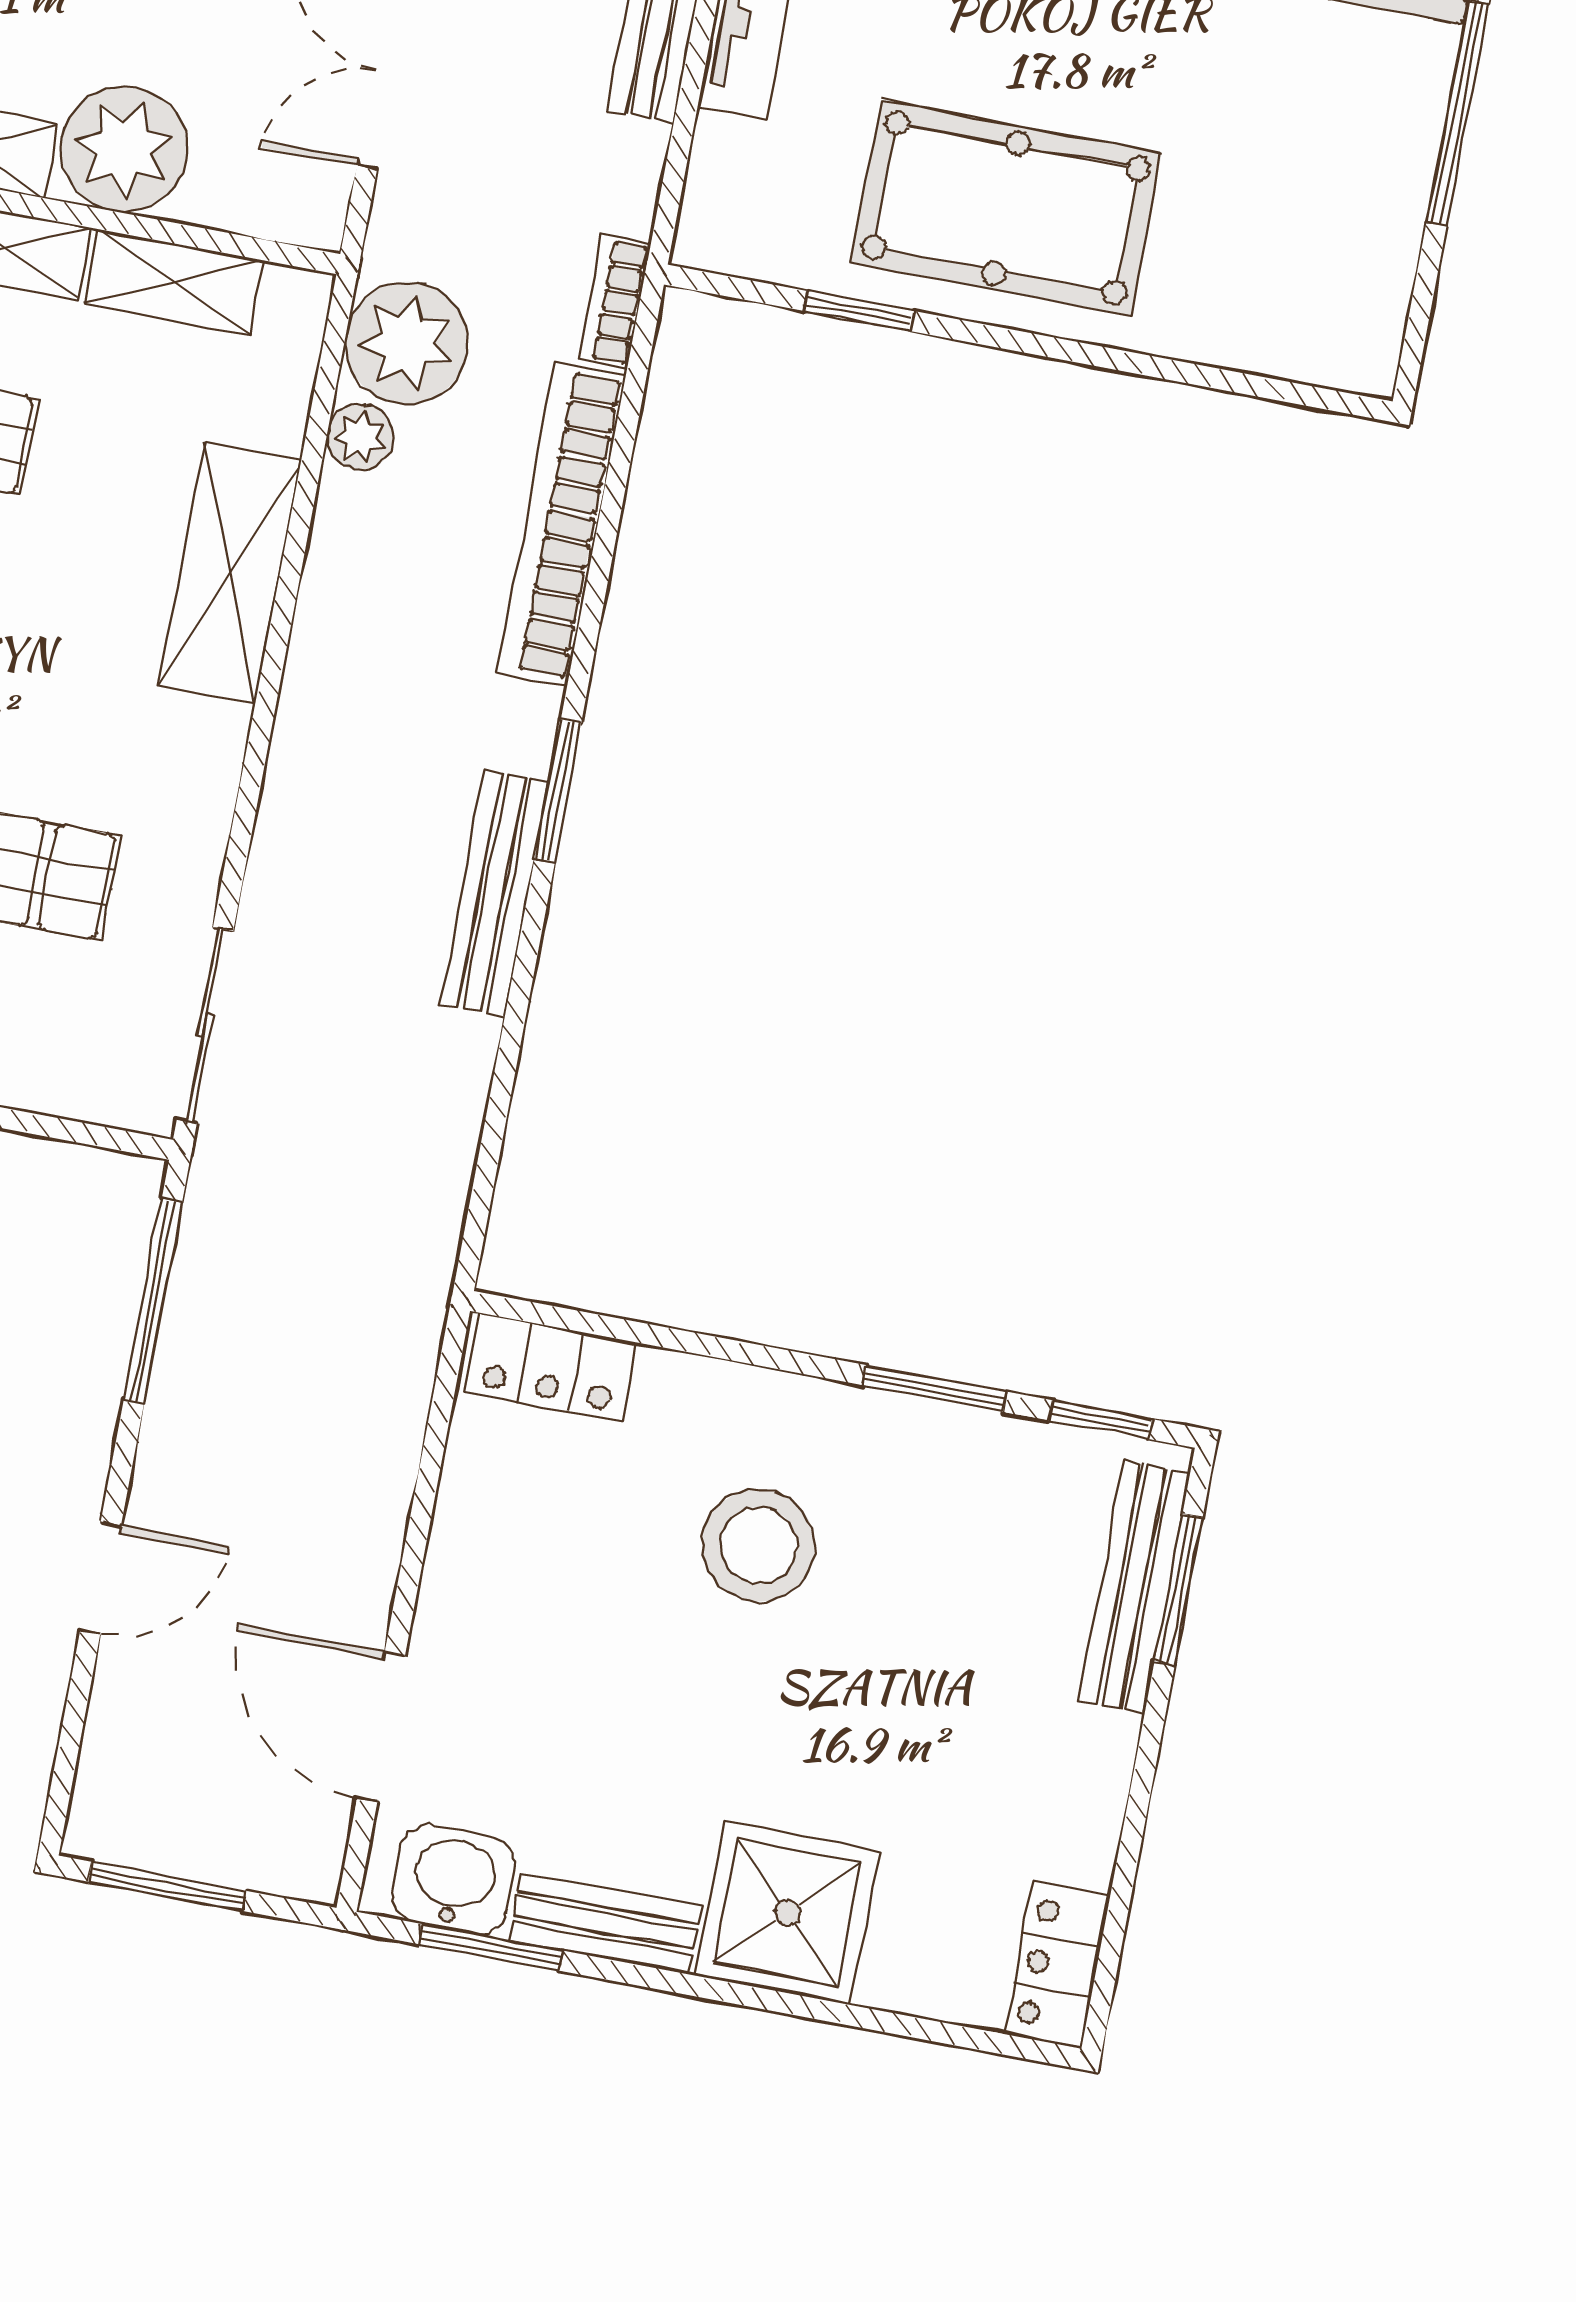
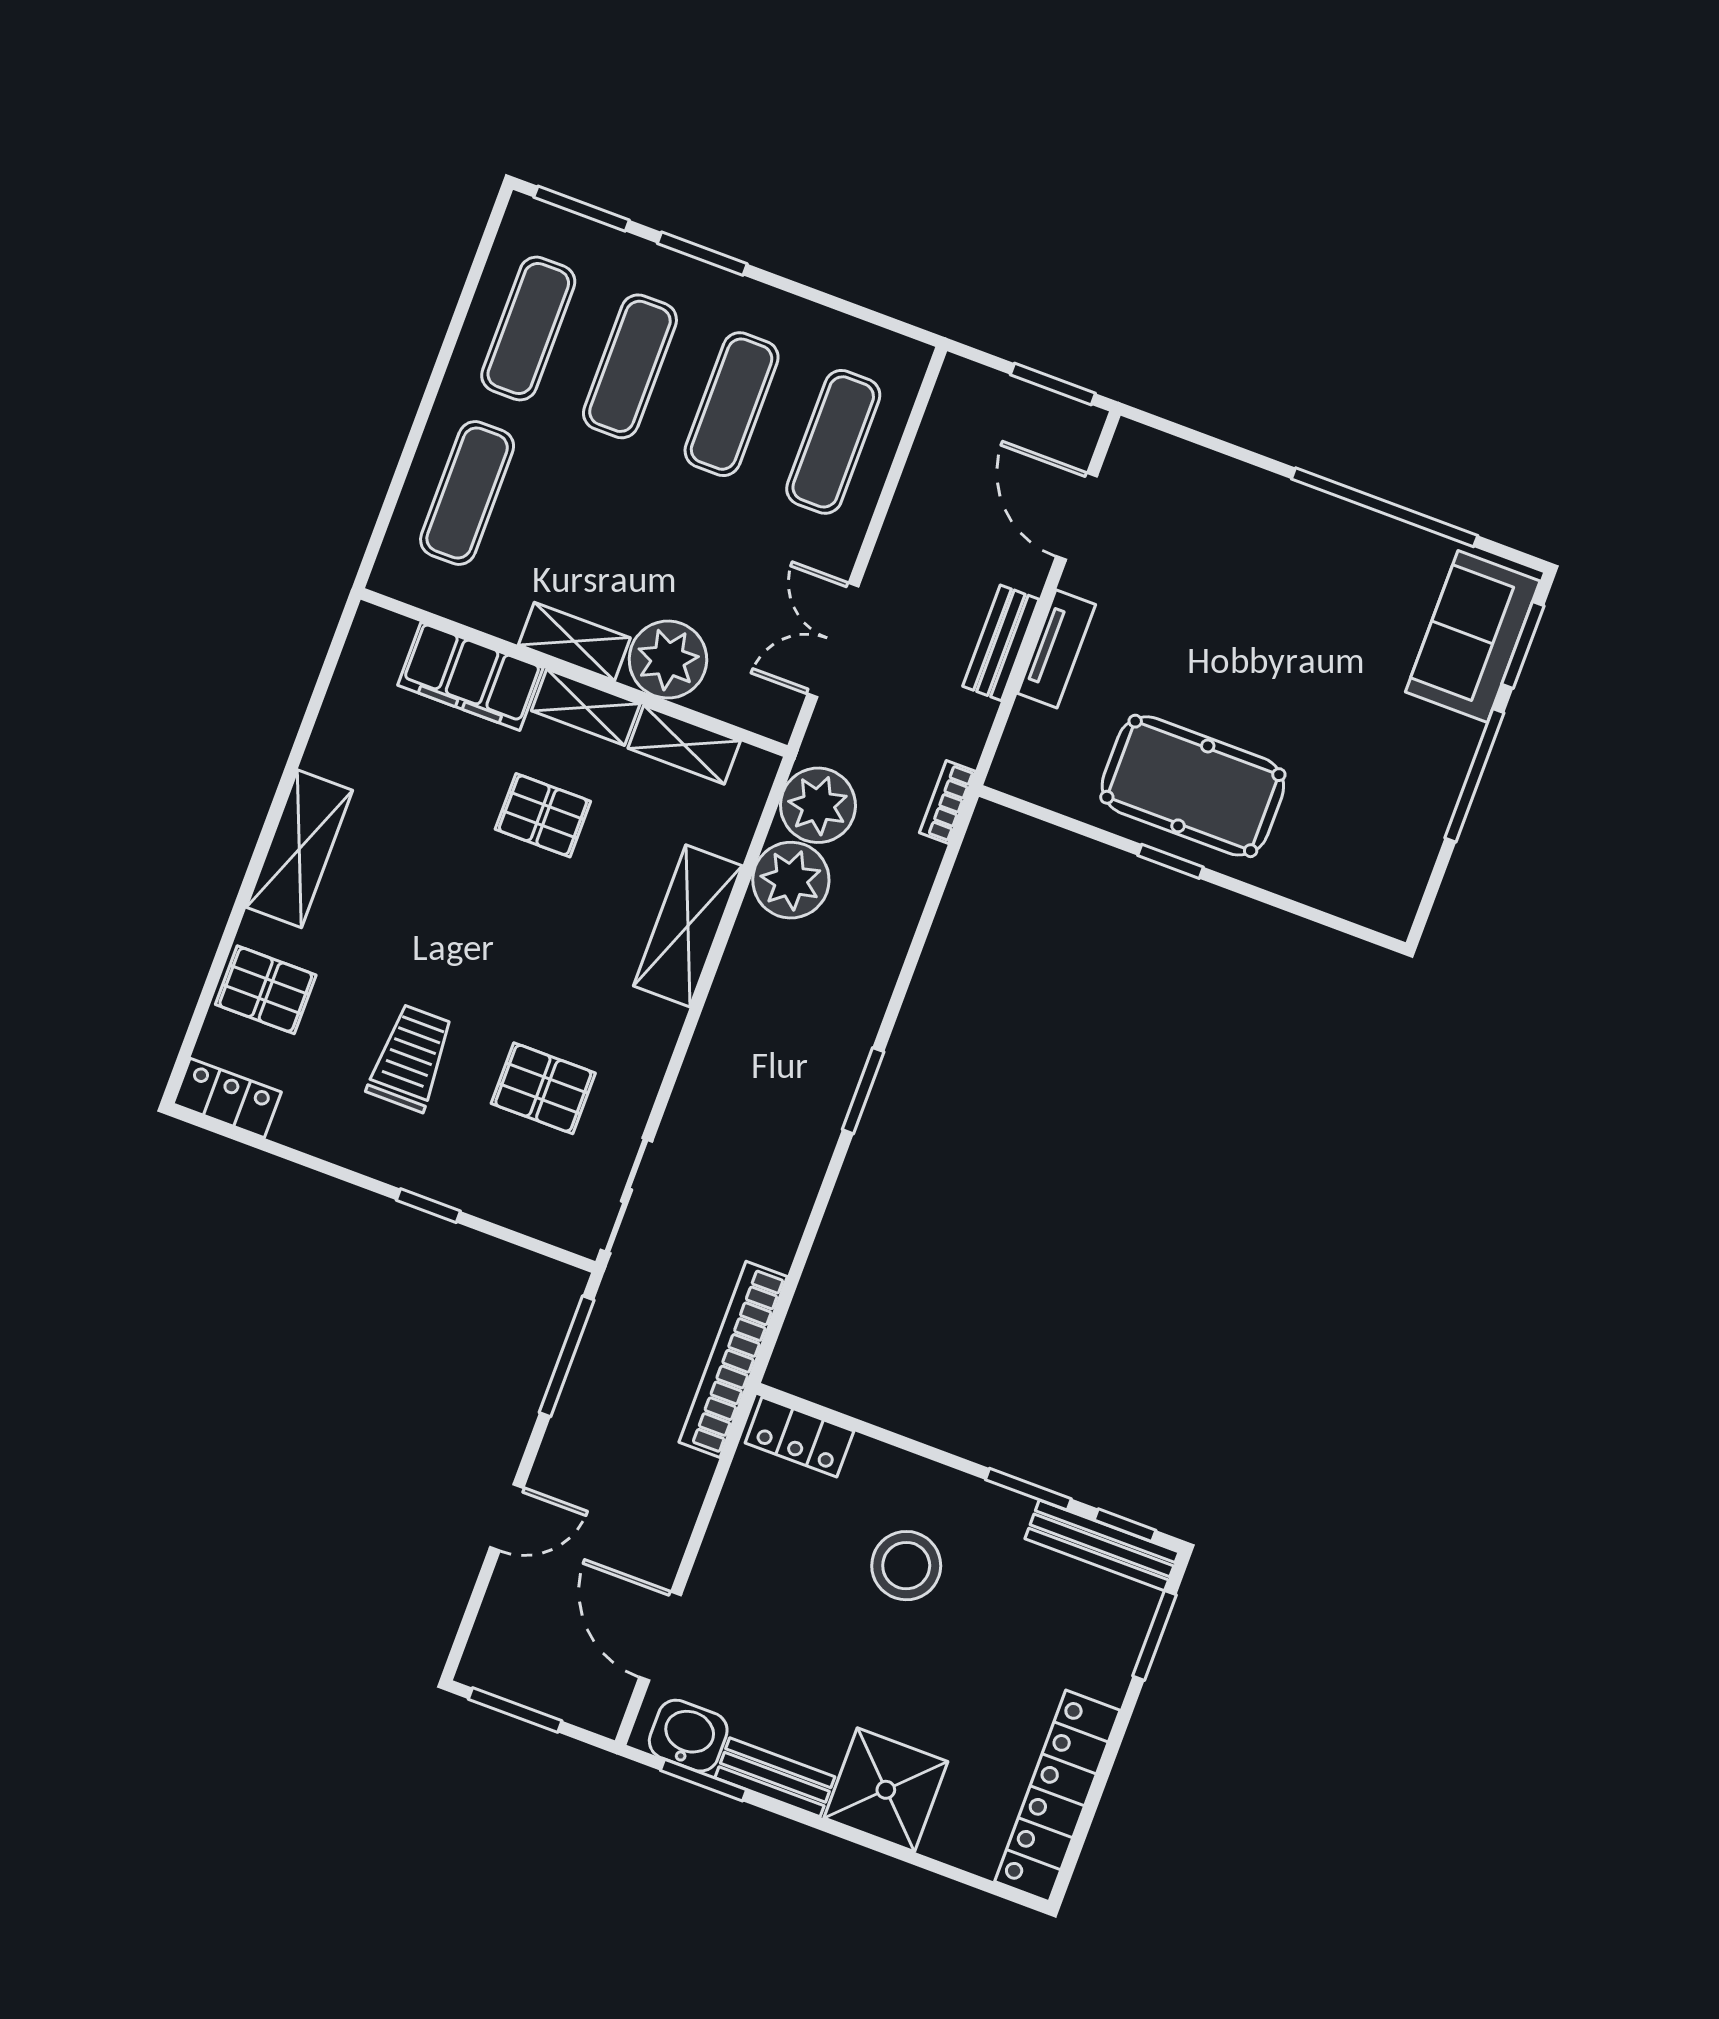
window: (859, 311) -> (1170, 861), moved
plant: (360, 437) -> (791, 880), width x1.88, depth x1.88
bookcase: (561, 524) -> (733, 1359), moved
bench: (494, 893) -> (814, 1146), removed
bench: (1134, 1587) -> (1102, 1545), moved, turned 90
locker: (1057, 1965) -> (1057, 1796), width x2.16, depth x1.21

